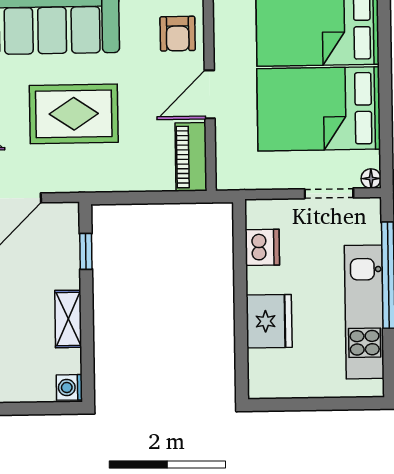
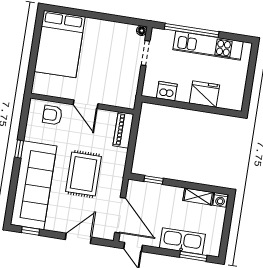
armchair: (178, 34) -> (52, 115), turned 180
bed: (319, 109) -> (102, 51), removed
piano: (191, 157) -> (123, 130), moved, turned 90
shelving: (68, 319) -> (198, 197), moved

